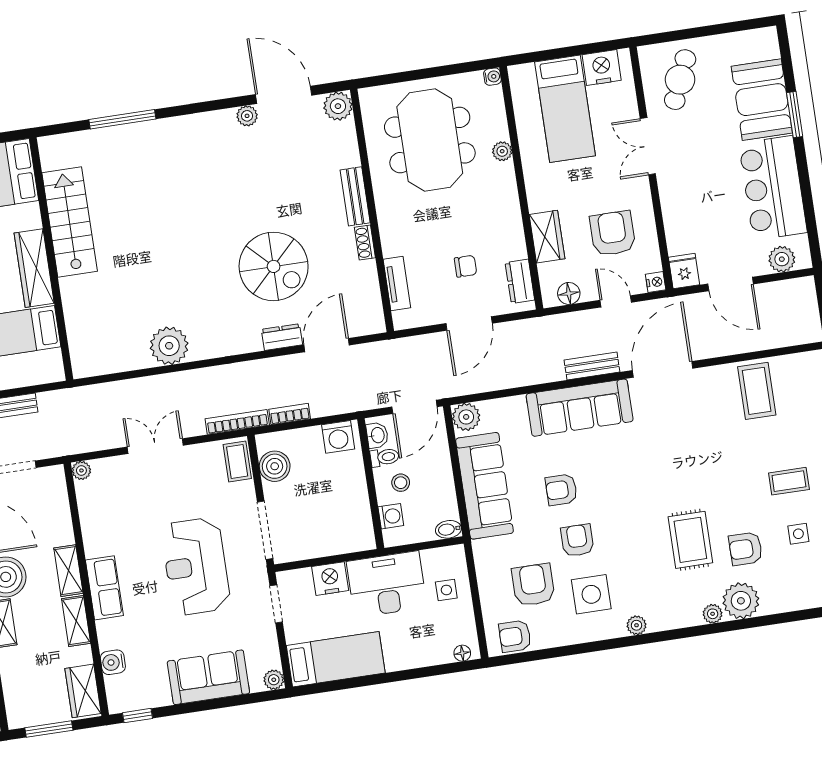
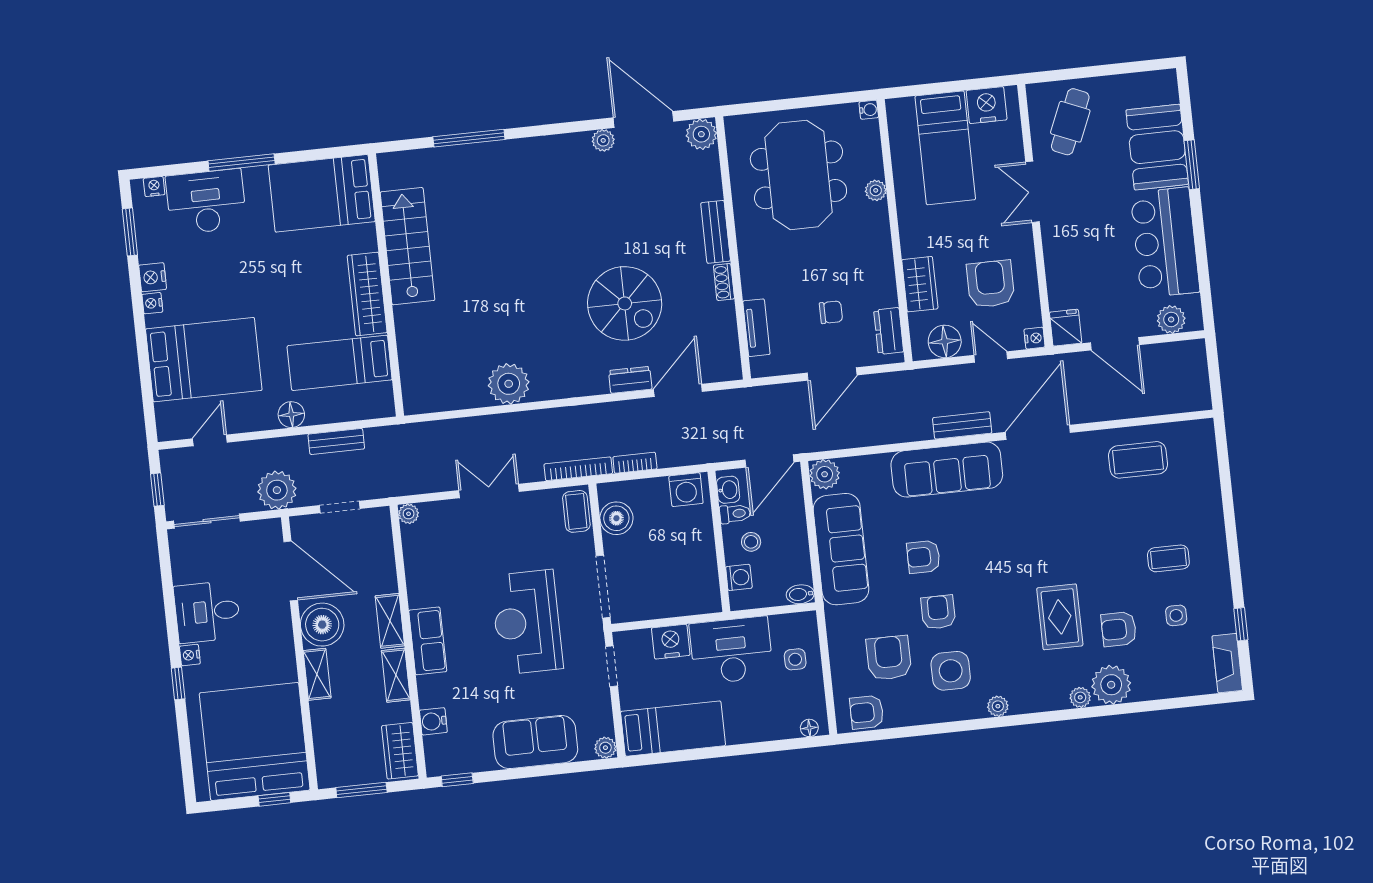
floor lamp: (569, 293) -> (945, 341), width x1.38, depth x1.38
coffee table: (757, 391) -> (1138, 460), turned 90

